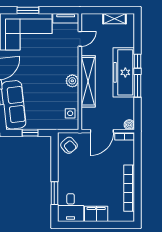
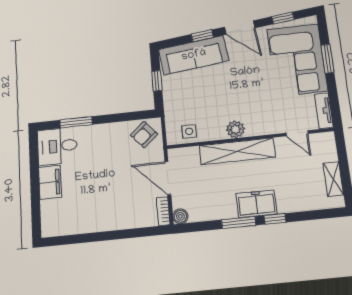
freezer: (124, 72) -> (256, 204), width x0.52, depth x0.79
bookcase: (129, 188) -> (89, 225), removed

